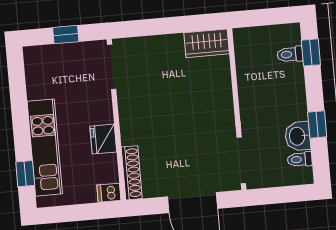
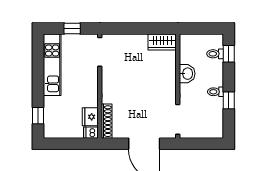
washbasin: (298, 136) -> (187, 74), moved, turned 180
fridge: (103, 139) -> (90, 117), moved
kitchen unit: (45, 148) -> (52, 65), moved
toilet: (300, 159) -> (215, 92), moved

